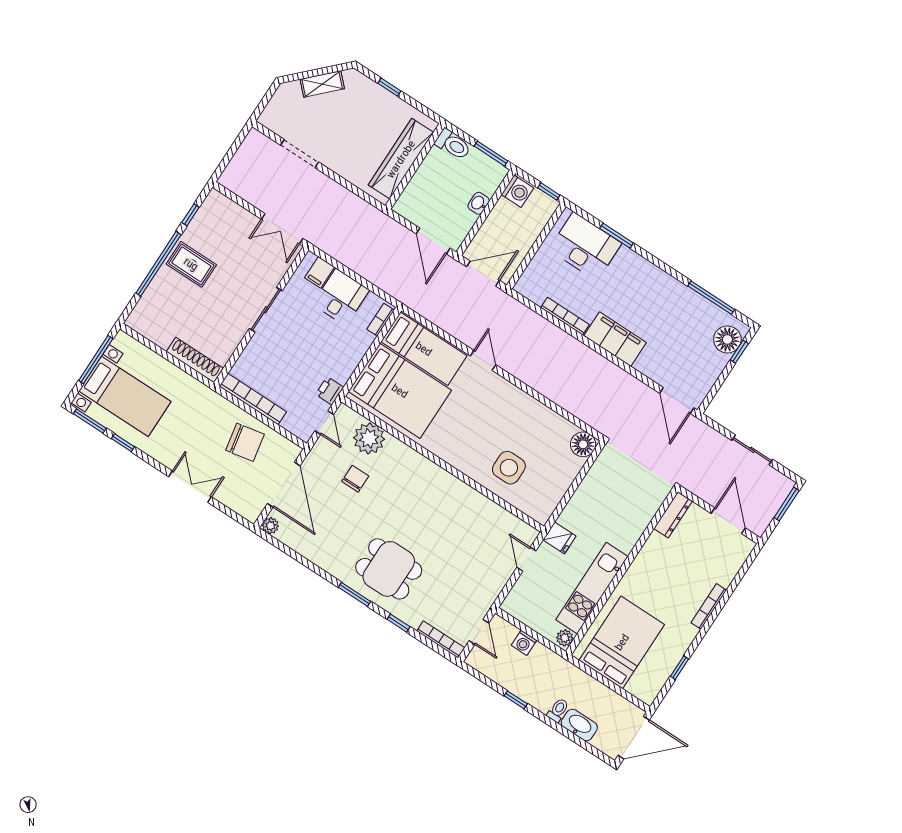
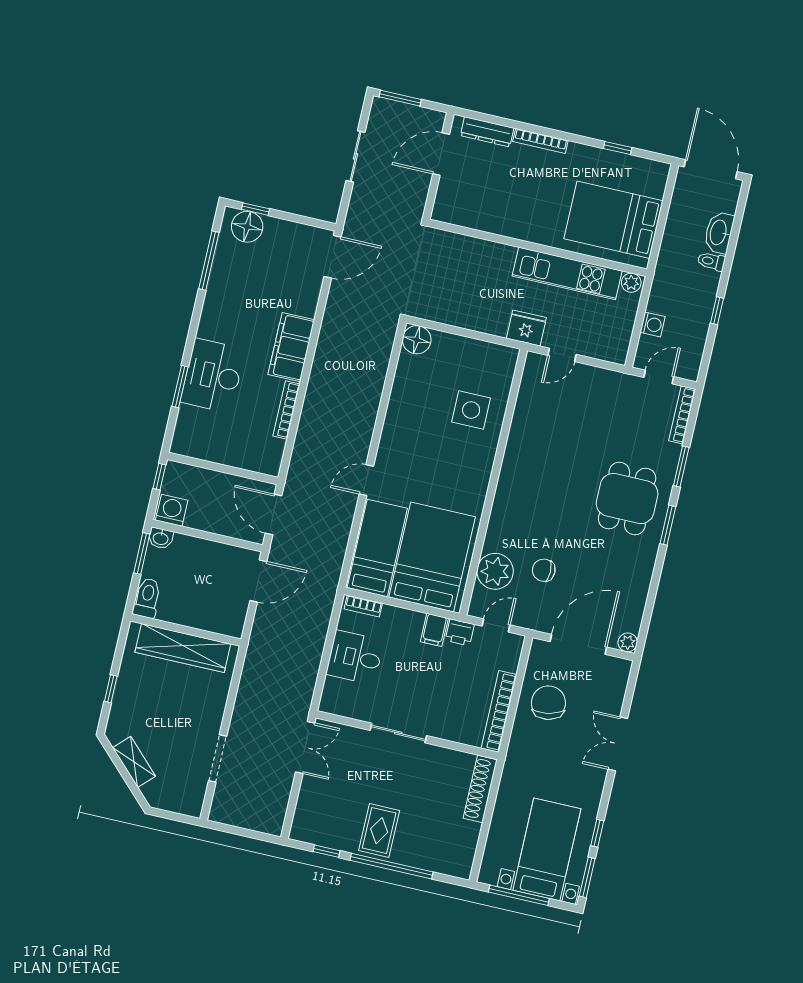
washbasin: (479, 203) -> (161, 538), moved
desk: (585, 246) -> (213, 376), moved
filing cabinet: (320, 272) -> (434, 630), moved, turned 90
dresser: (673, 515) -> (487, 132), moved, turned 180
fridge: (559, 538) -> (526, 328), width x1.38
window: (399, 623) -> (681, 467), width x1.50

